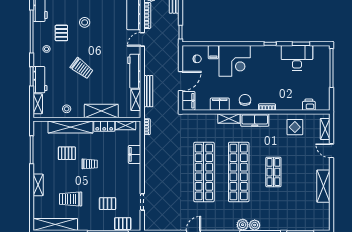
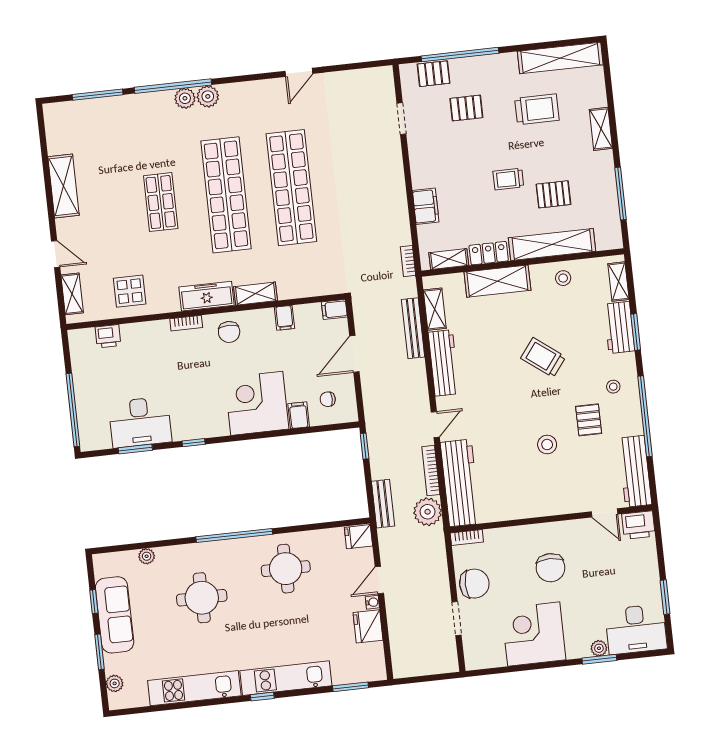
filing cabinet: (188, 101) -> (334, 309), width x0.50
filing cabinet: (220, 104) -> (284, 318), width x0.50

